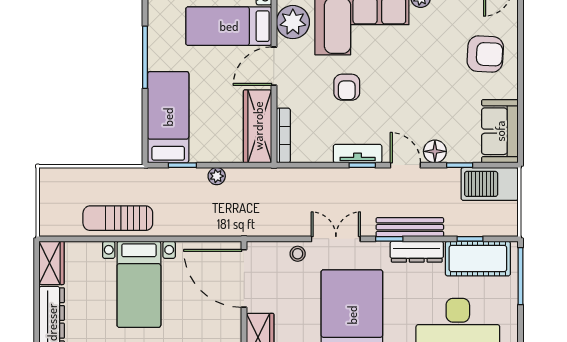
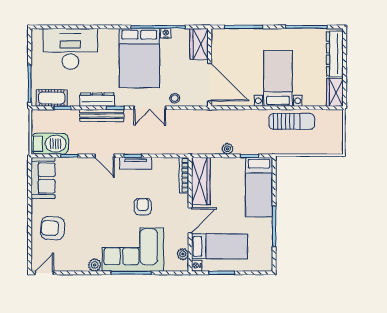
plant: (293, 22) -> (183, 254), width x0.53, depth x0.53
floor lamp: (435, 151) -> (85, 165), removed
cot: (478, 259) -> (52, 98), width x0.73, depth x0.75

